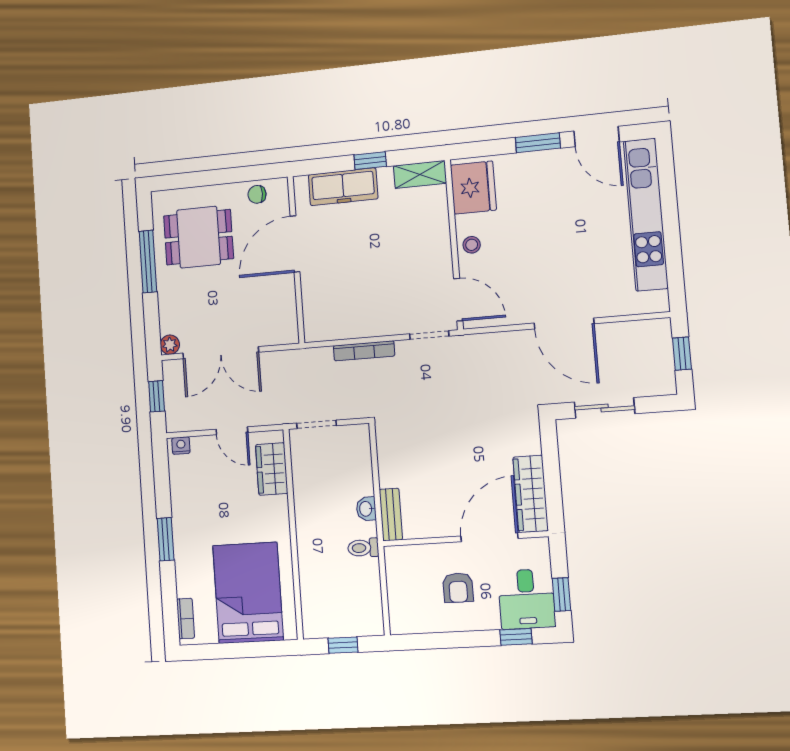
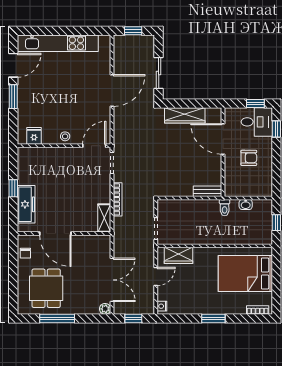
shelving: (420, 174) -> (104, 218), moved
fridge: (473, 188) -> (34, 136), width x0.53, depth x0.75
wardrobe: (531, 494) -> (185, 115), moved
washbasin: (366, 509) -> (246, 204), moved

